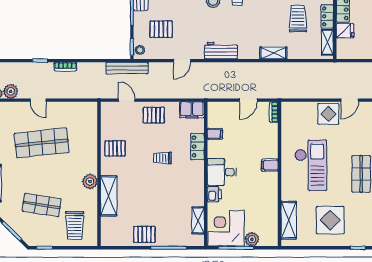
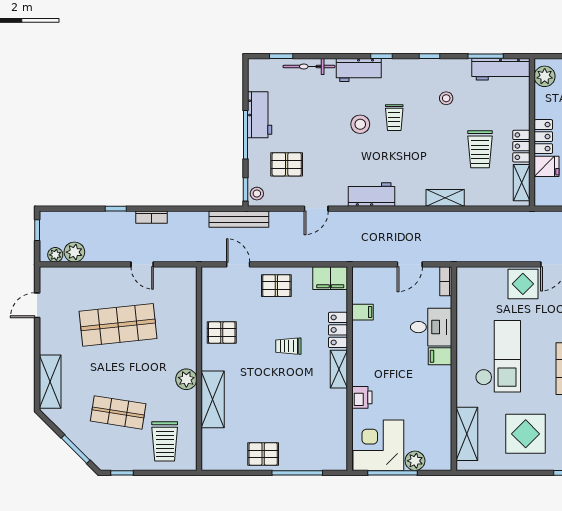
trolley: (298, 19) -> (480, 149), turned 180
door: (38, 100) -> (142, 264), moved
desk: (222, 172) -> (431, 327), moved, turned 180
shelving: (198, 220) -> (339, 369), moved

